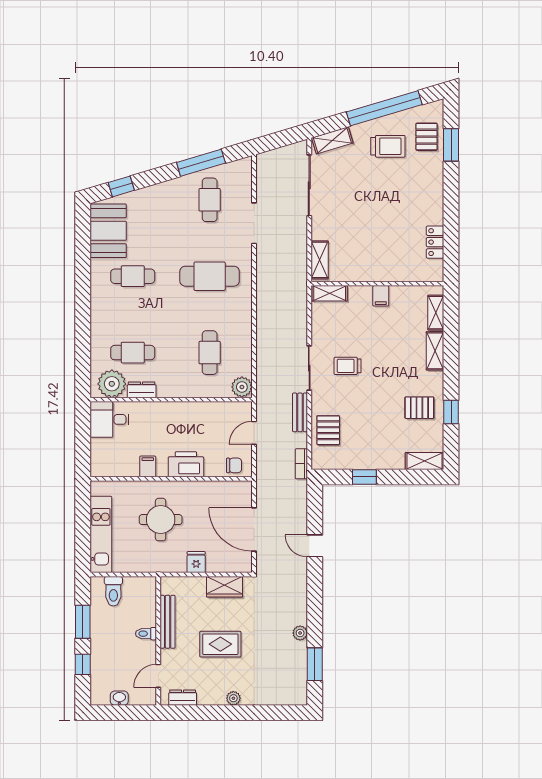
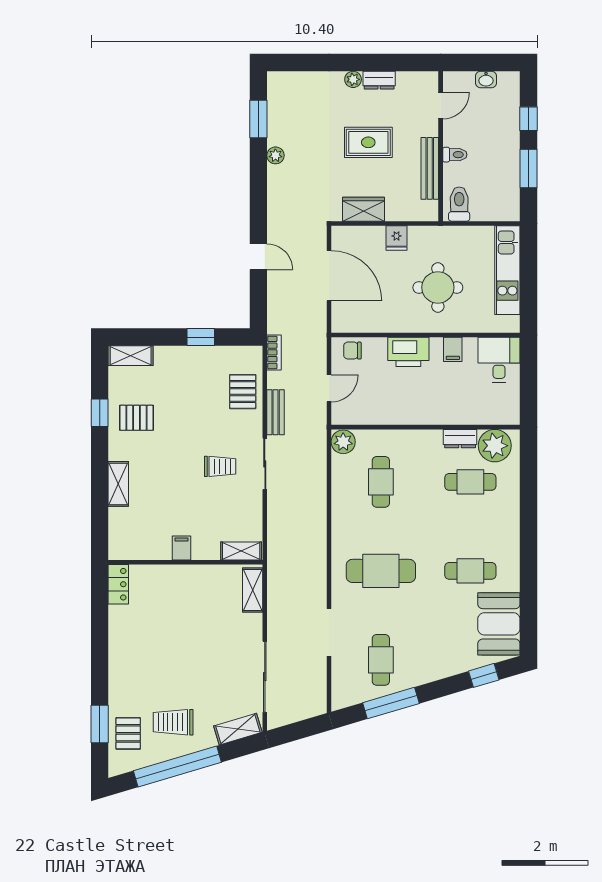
locker: (435, 242) -> (118, 584), moved
shelving: (436, 313) -> (117, 528), removed
desk: (109, 419) -> (499, 360), moved, turned -90
toilet: (113, 591) -> (459, 204), moved
dresser: (183, 698) -> (379, 80), moved

